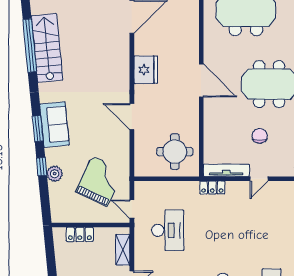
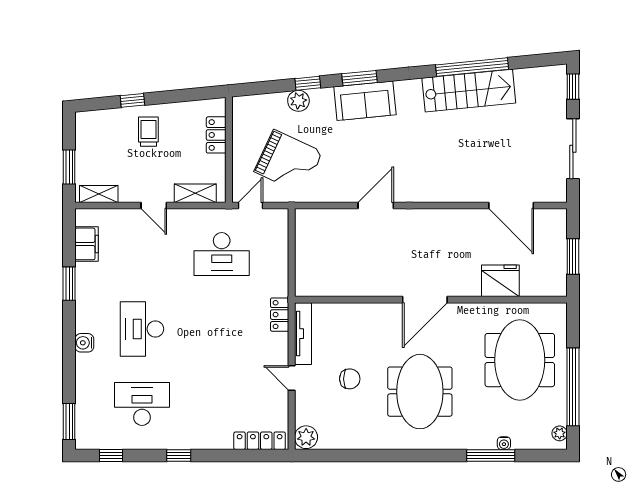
fridge: (146, 70) -> (500, 281), moved, turned 180
round table: (175, 152) -> (328, 264), removed

